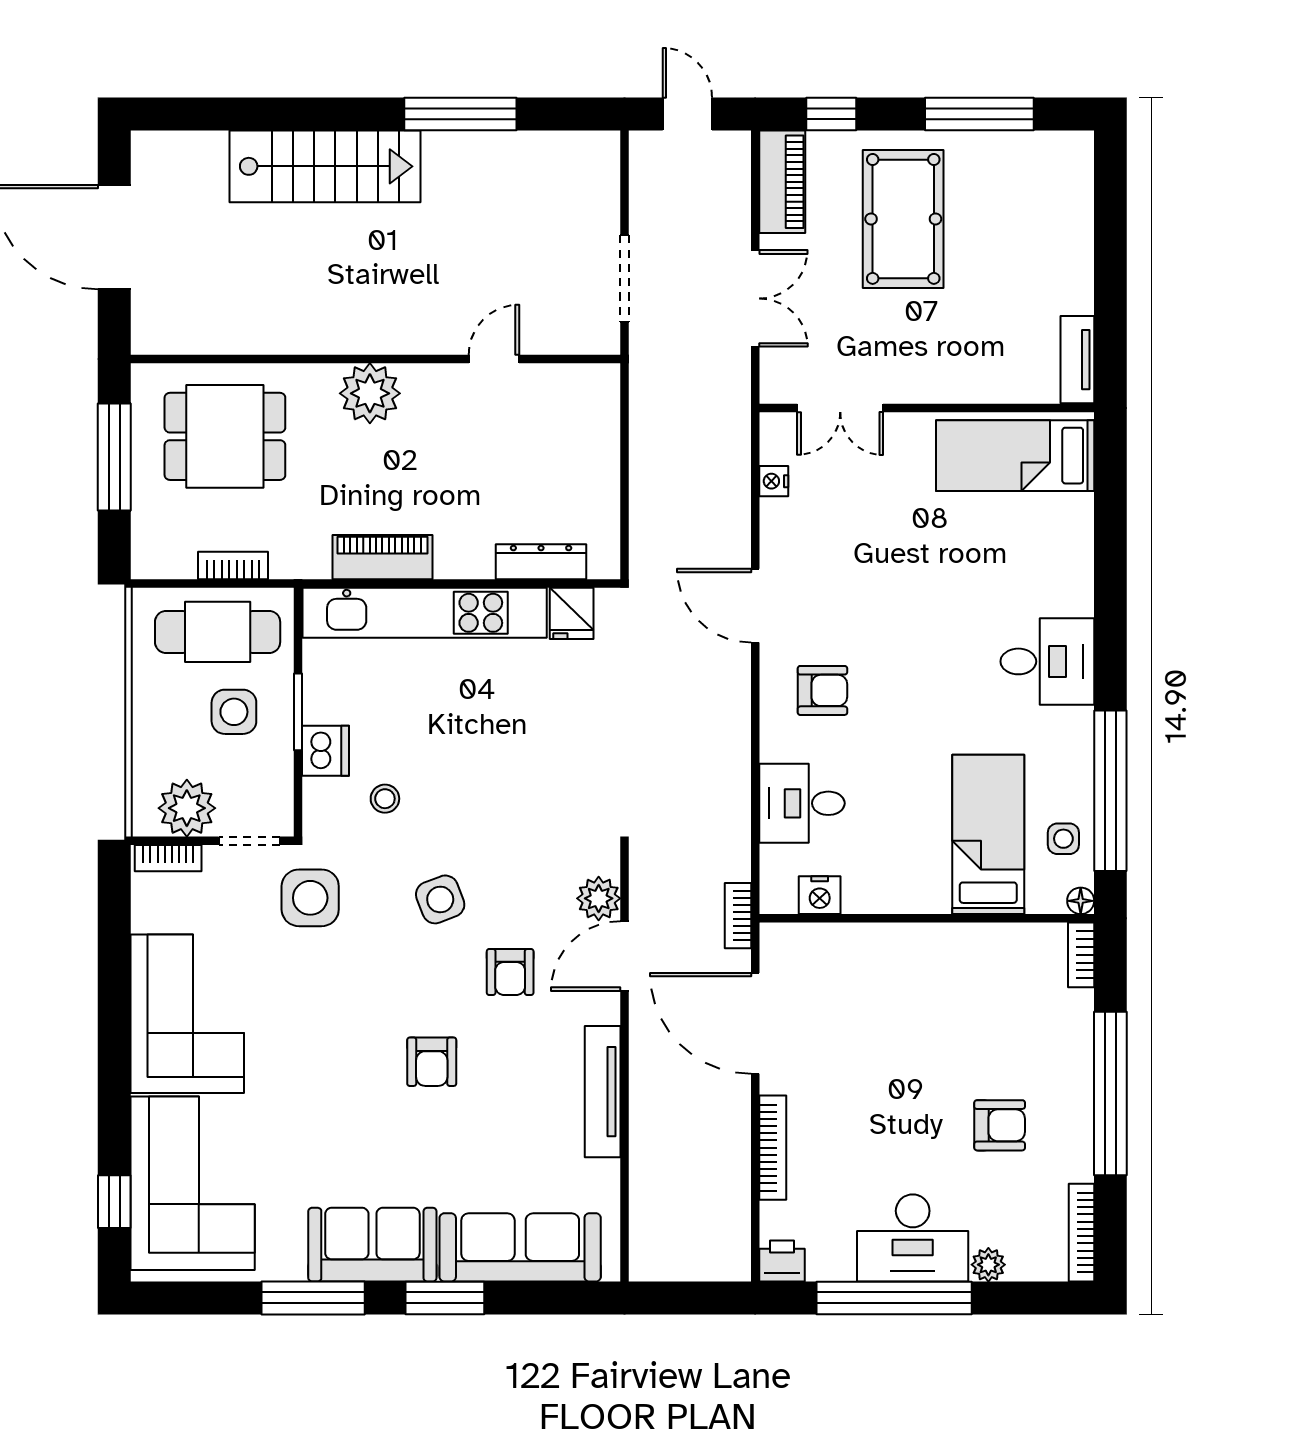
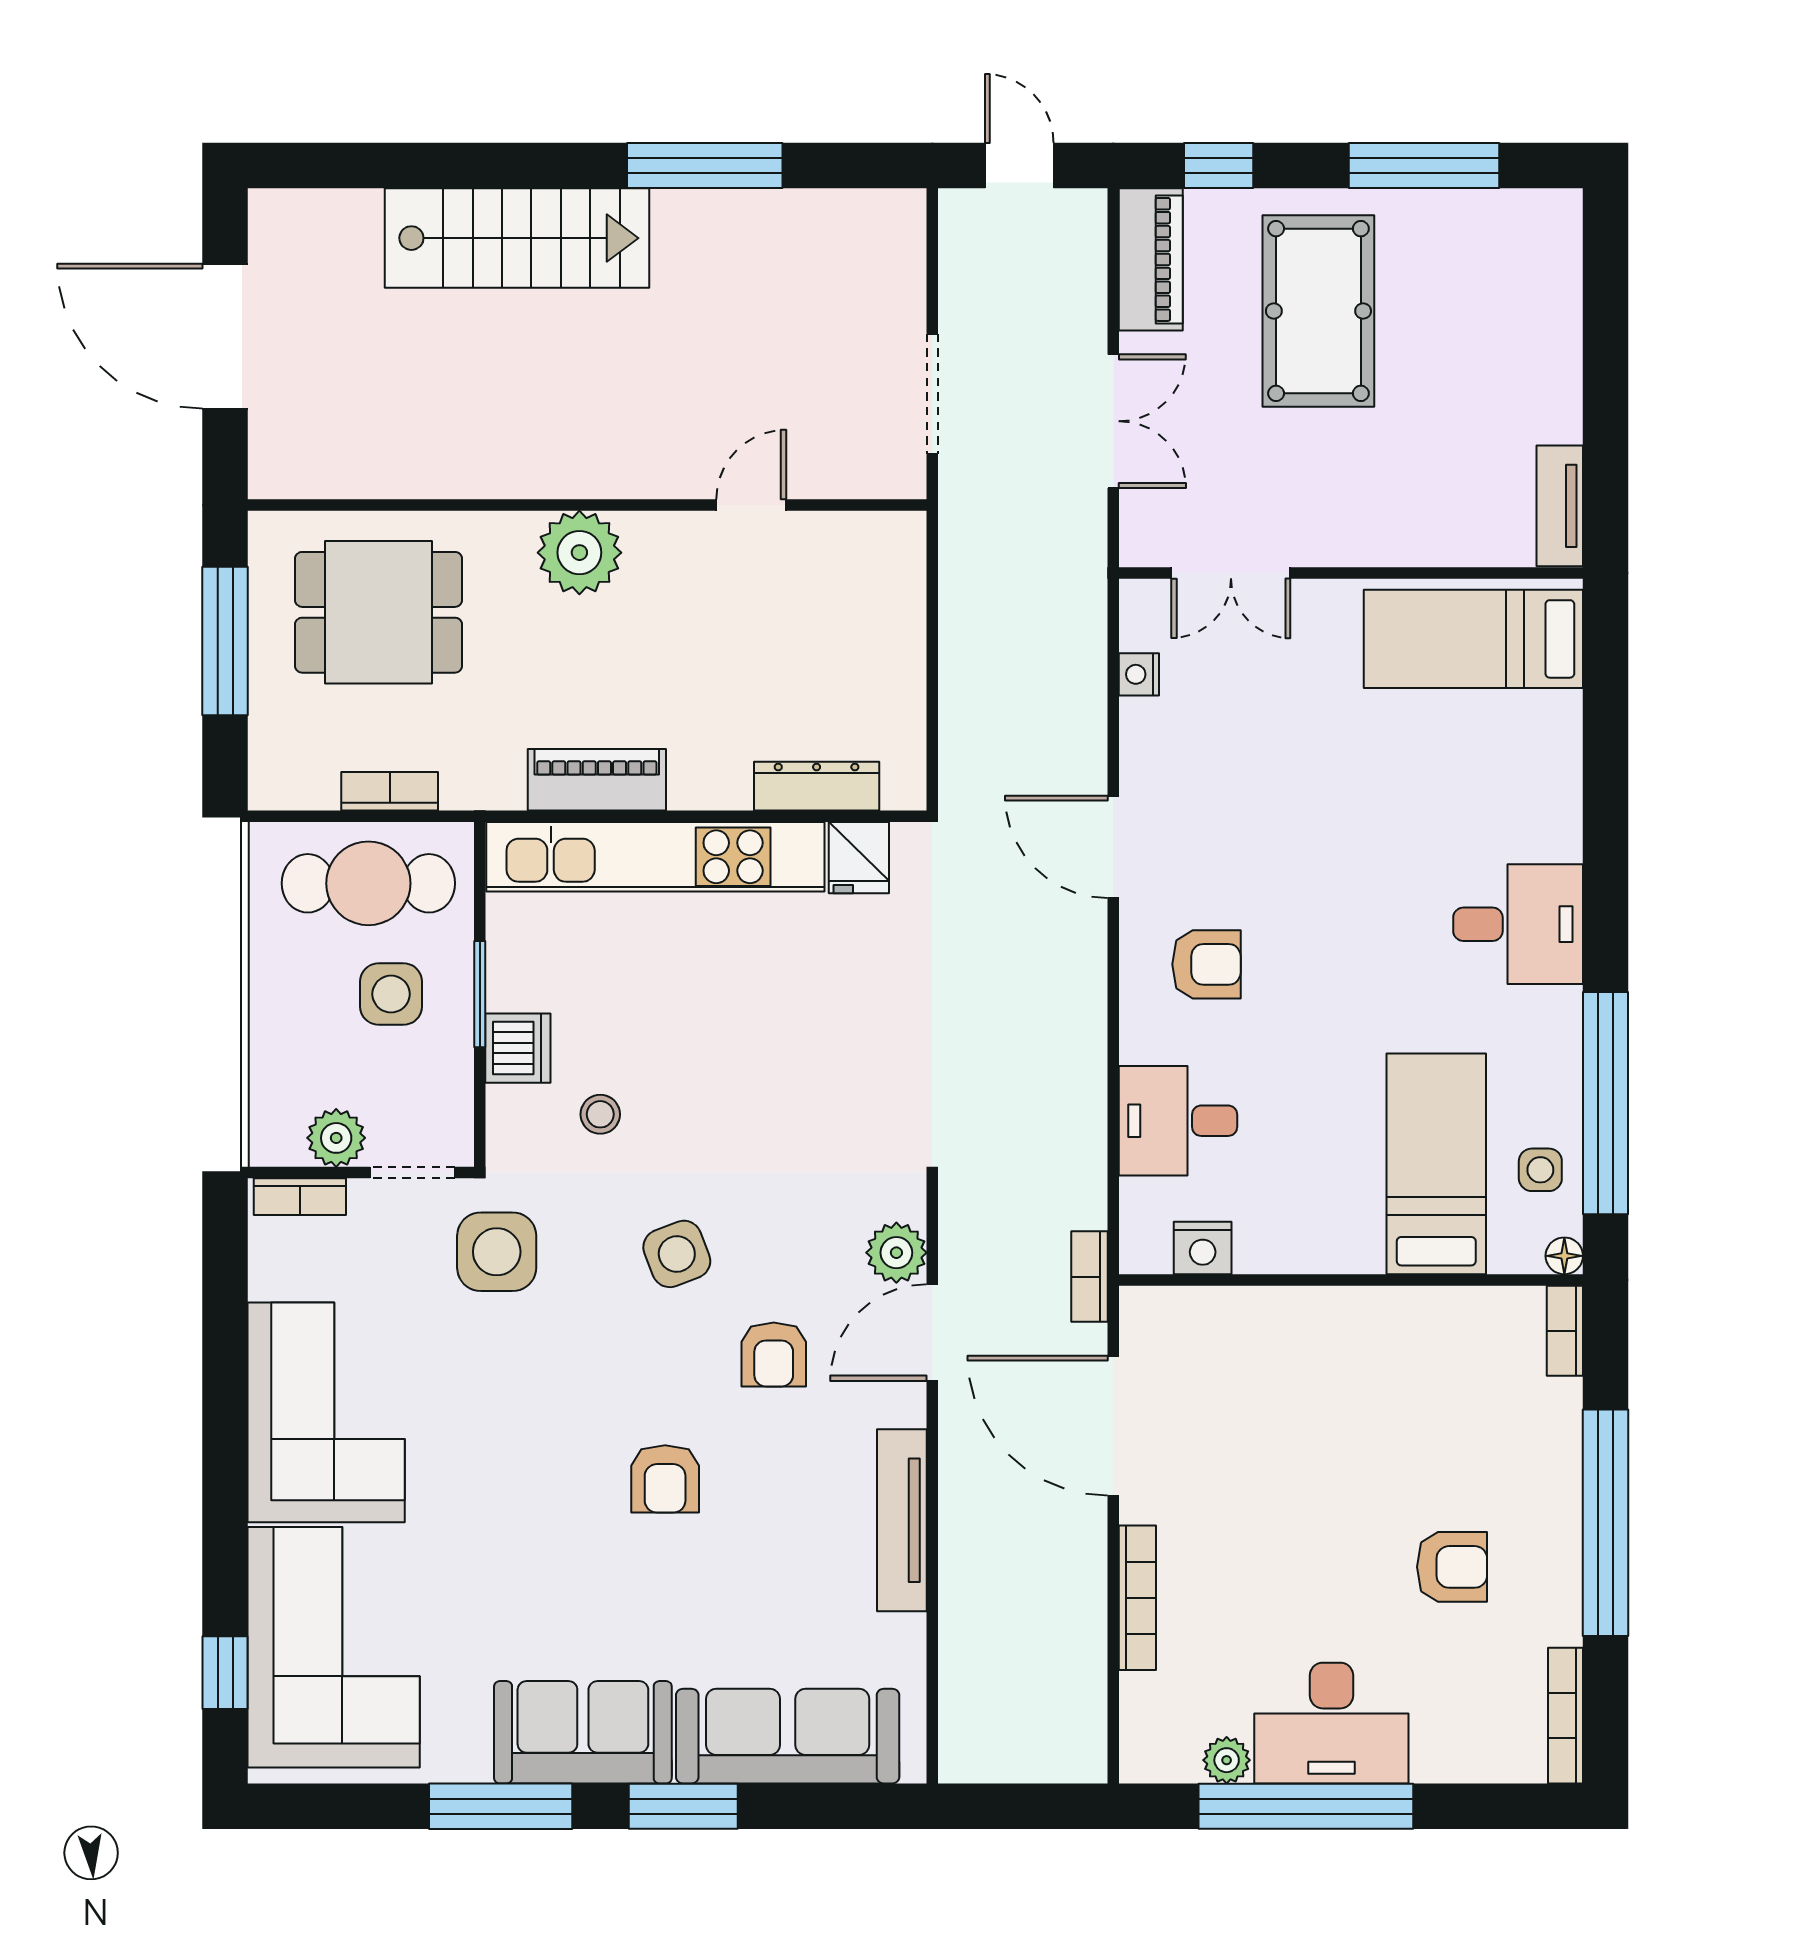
plant: (187, 808) -> (336, 1138), width x0.73, depth x0.73
printer: (782, 1261) -> (1150, 1755), removed
plant: (988, 1265) -> (1227, 1760), moved

